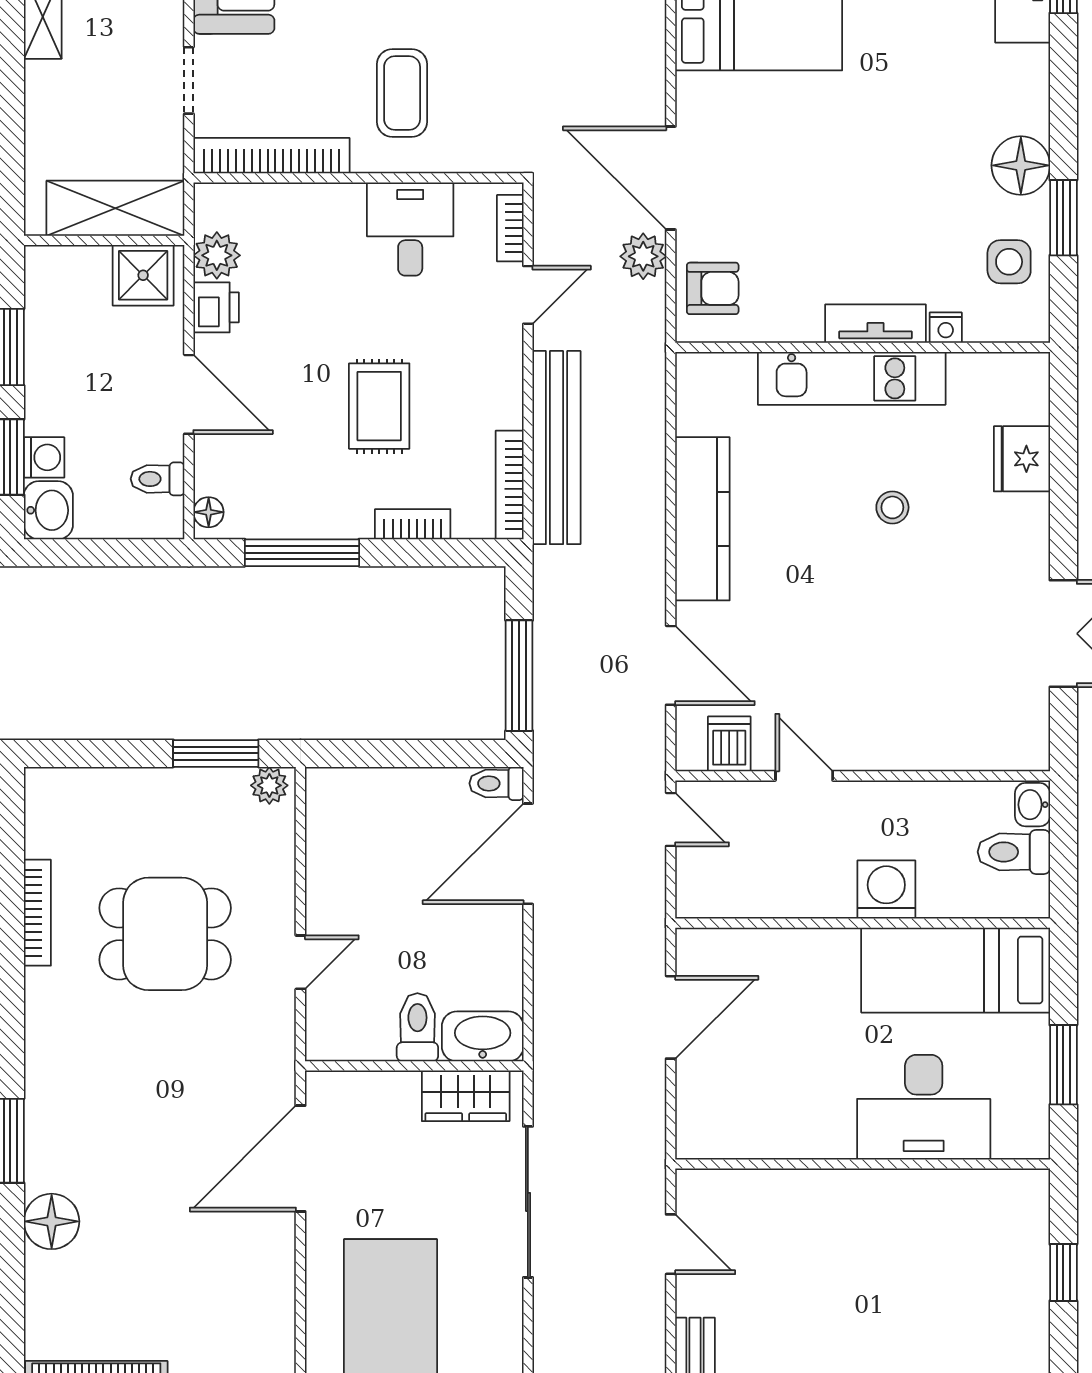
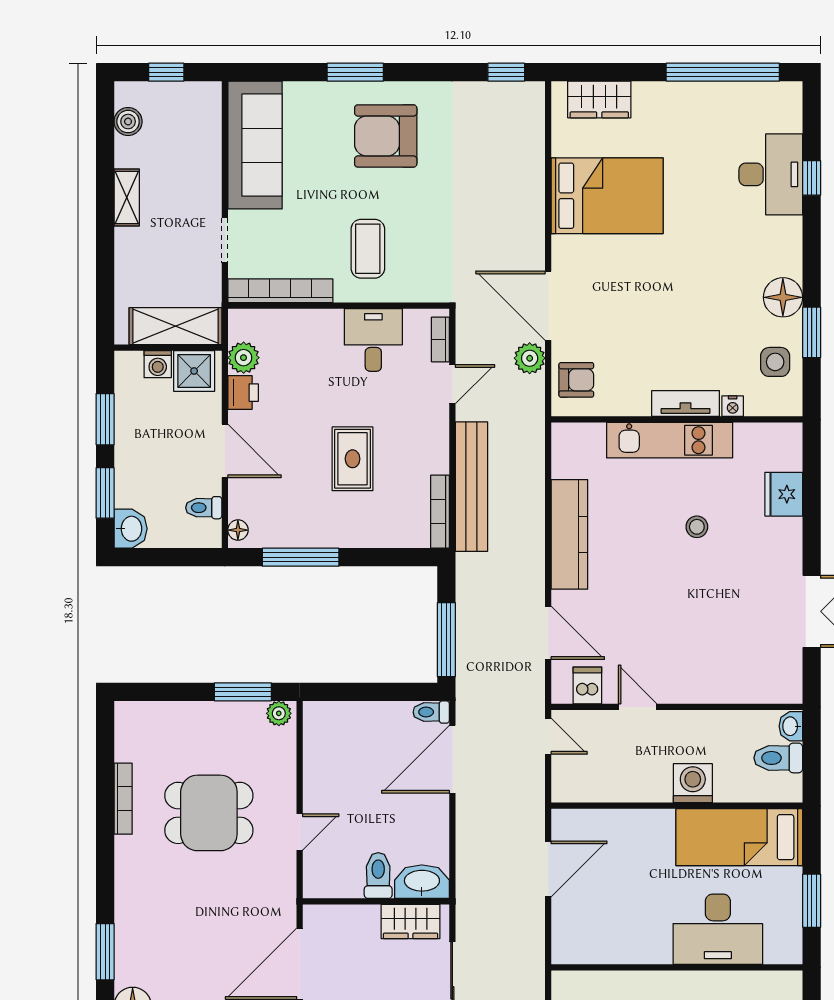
washing machine: (44, 457) -> (158, 364), moved, turned 90
bookcase: (413, 524) -> (375, 538), removed

